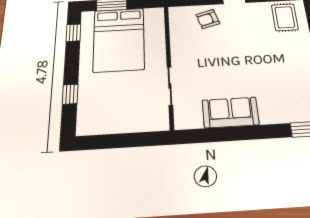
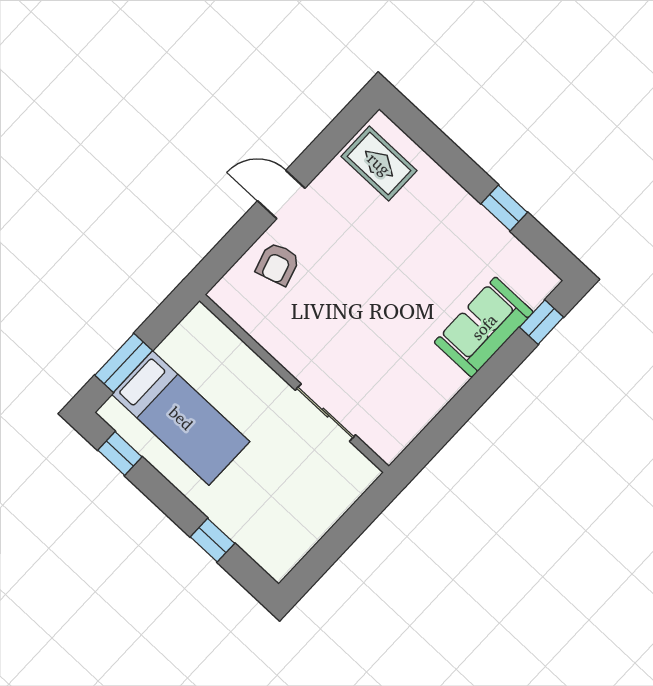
bed: (119, 39) -> (181, 418), width x0.67
sofa: (230, 112) -> (484, 327), moved

